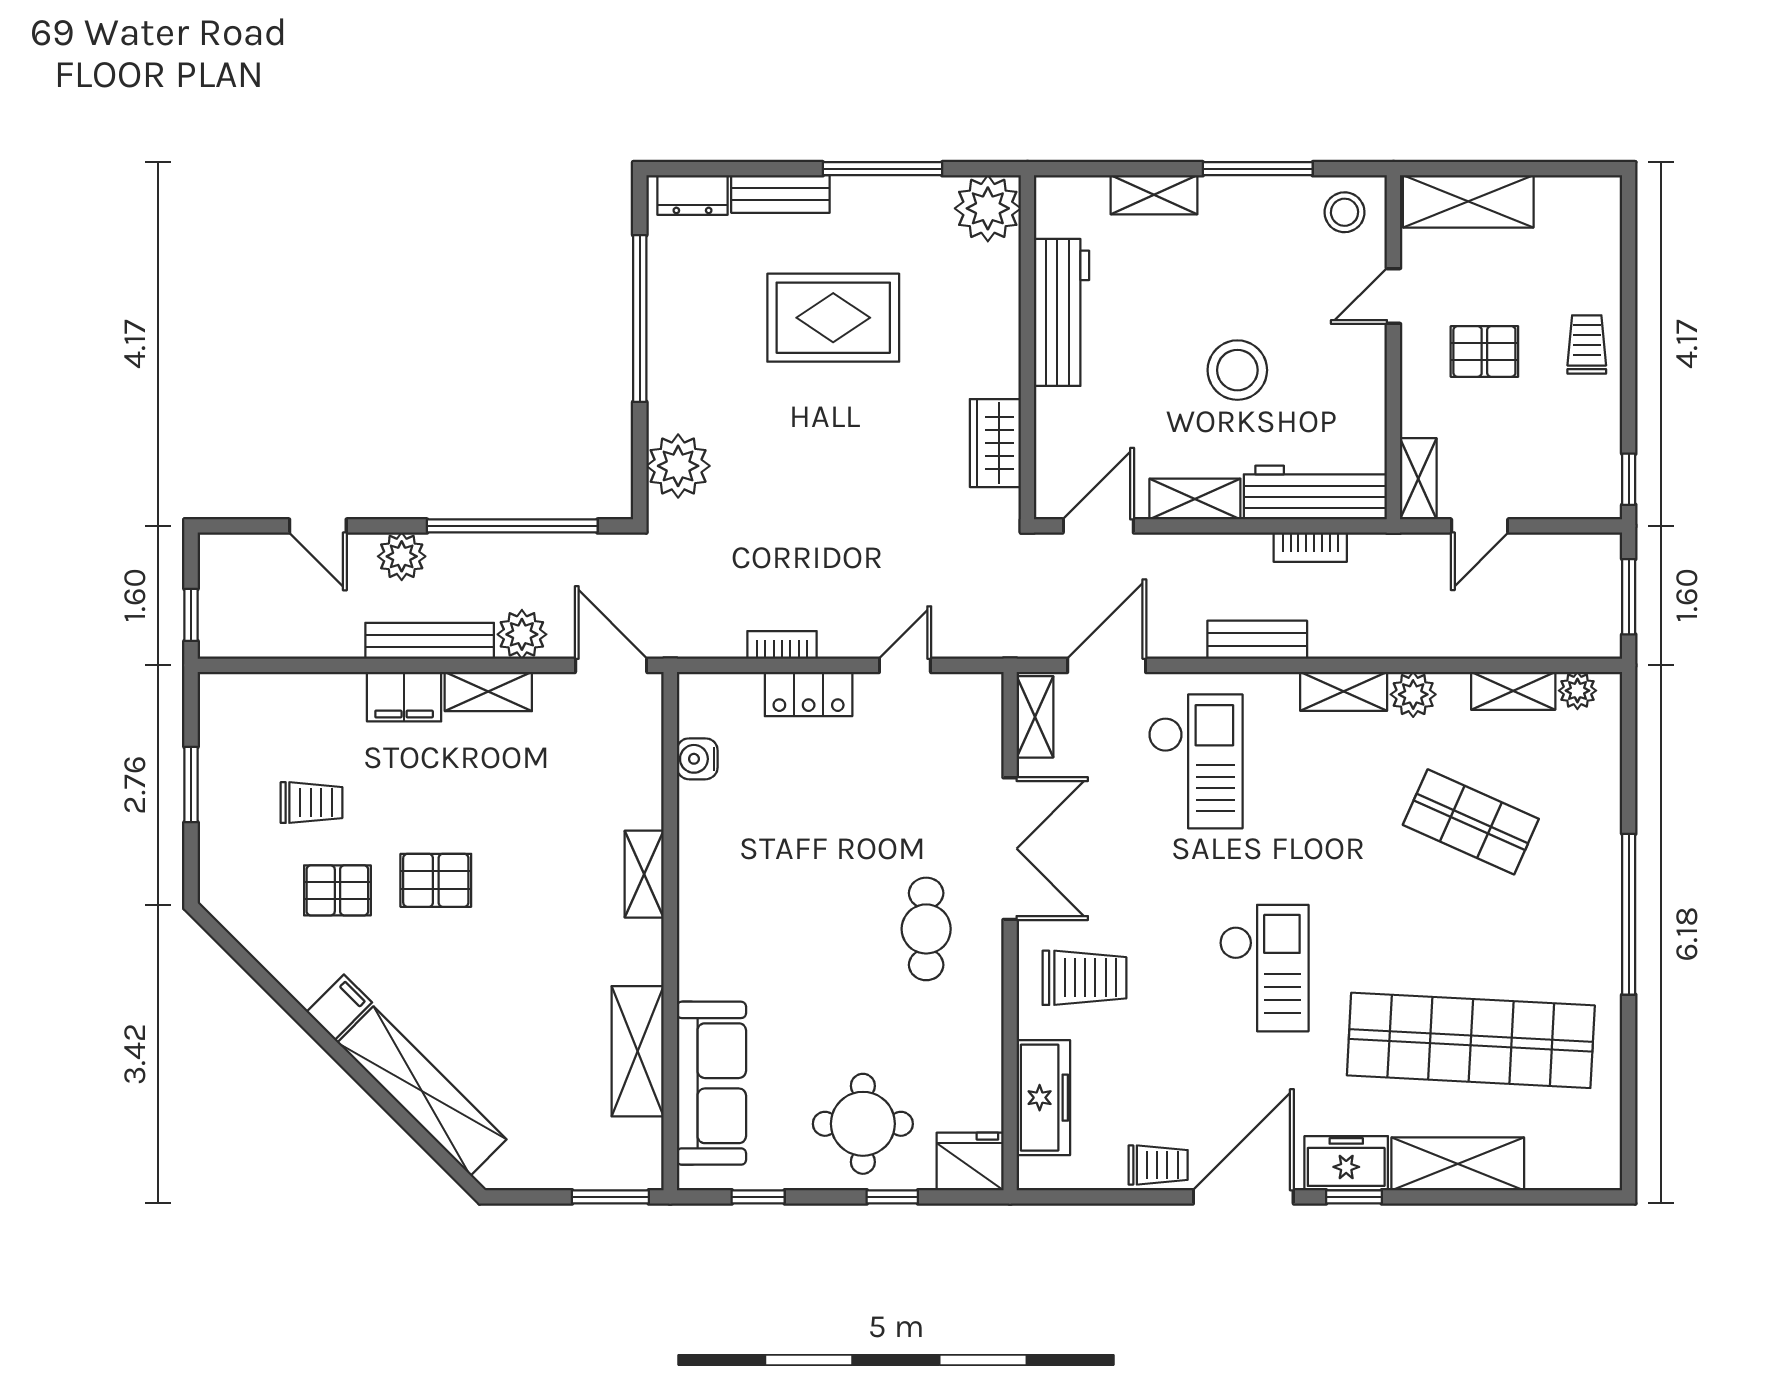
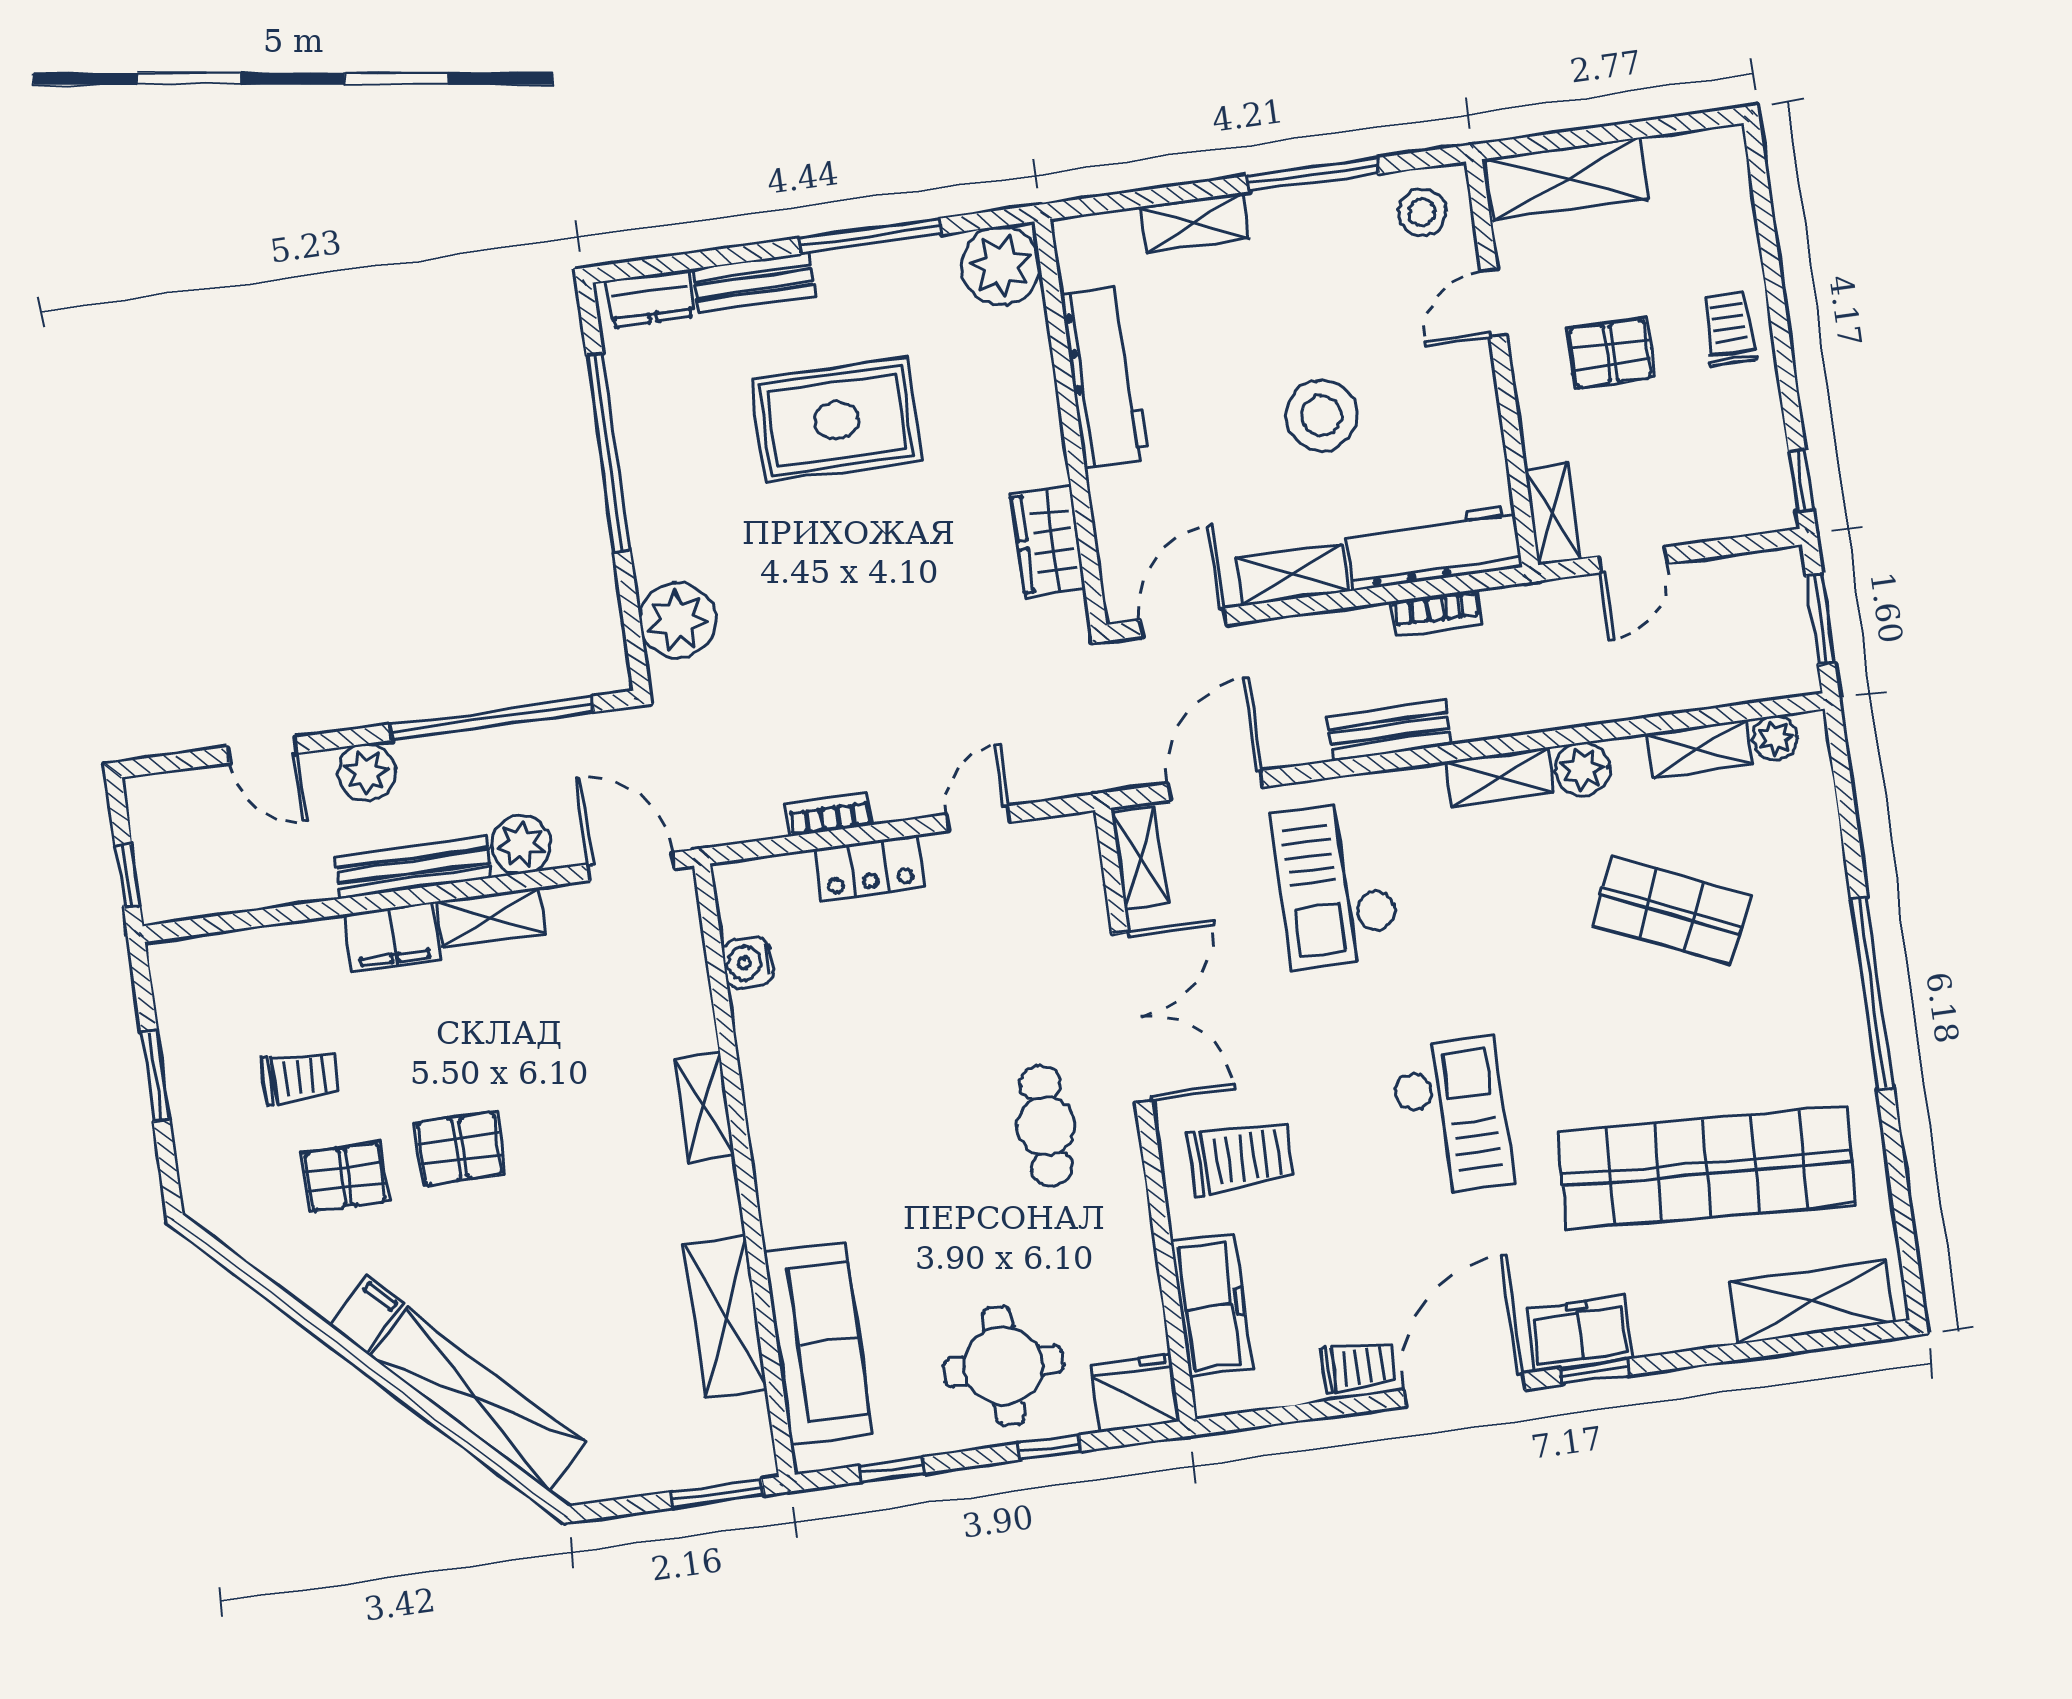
checkout: (1196, 761) -> (1336, 884), turned 180
shelving: (1458, 1164) -> (1811, 1302), moved

